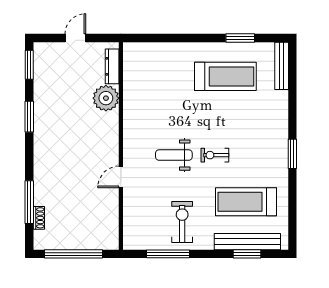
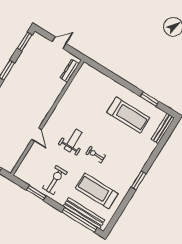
plant: (106, 98) -> (55, 86), removed
weight bench: (174, 155) -> (73, 141), turned 90
door: (121, 177) -> (37, 134), swing flipped
window: (168, 254) -> (36, 193), width x0.69
window: (247, 254) -> (79, 220), width x2.11

